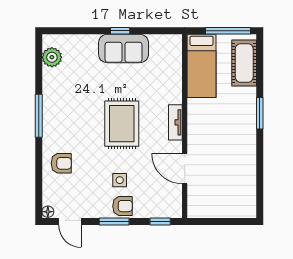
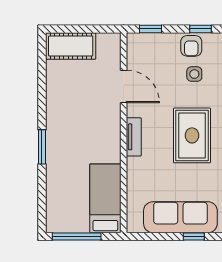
sofa: (124, 48) -> (180, 217), width x1.36
cot: (244, 63) -> (71, 46), moved, turned 90
armchair: (123, 206) -> (191, 46), turned -90
window: (114, 222) -> (200, 29), width x0.67

